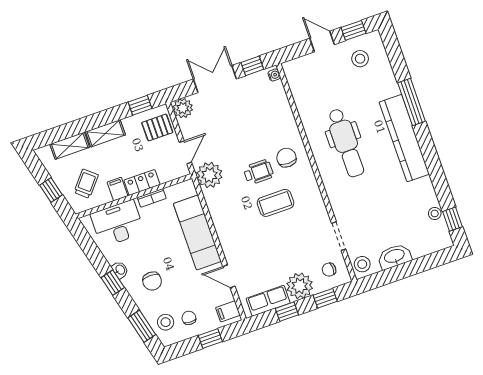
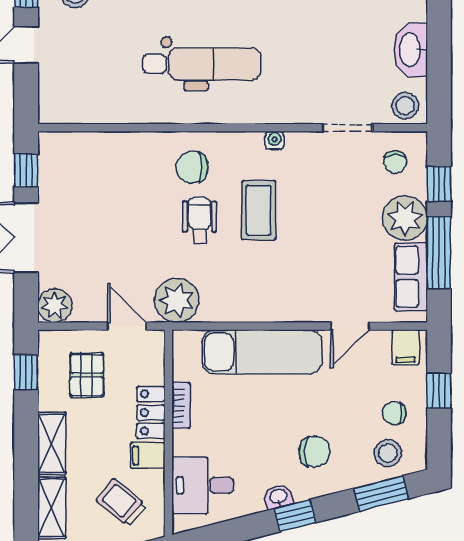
water cooler: (274, 75) -> (275, 140), moved
pallet: (157, 127) -> (87, 375), moved
desk: (117, 223) -> (203, 485), width x0.73
window: (287, 312) -> (439, 253), width x2.17

